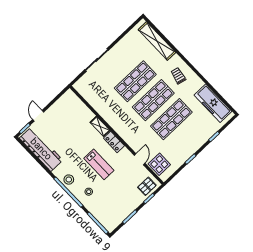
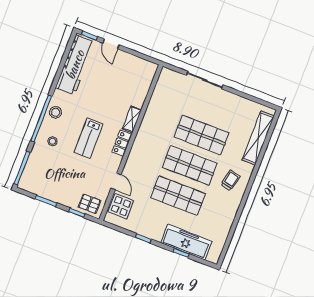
freezer: (213, 103) -> (186, 242), moved, turned 90
door: (38, 116) -> (111, 44), swing flipped
door: (140, 159) -> (116, 181), hinge flipped

